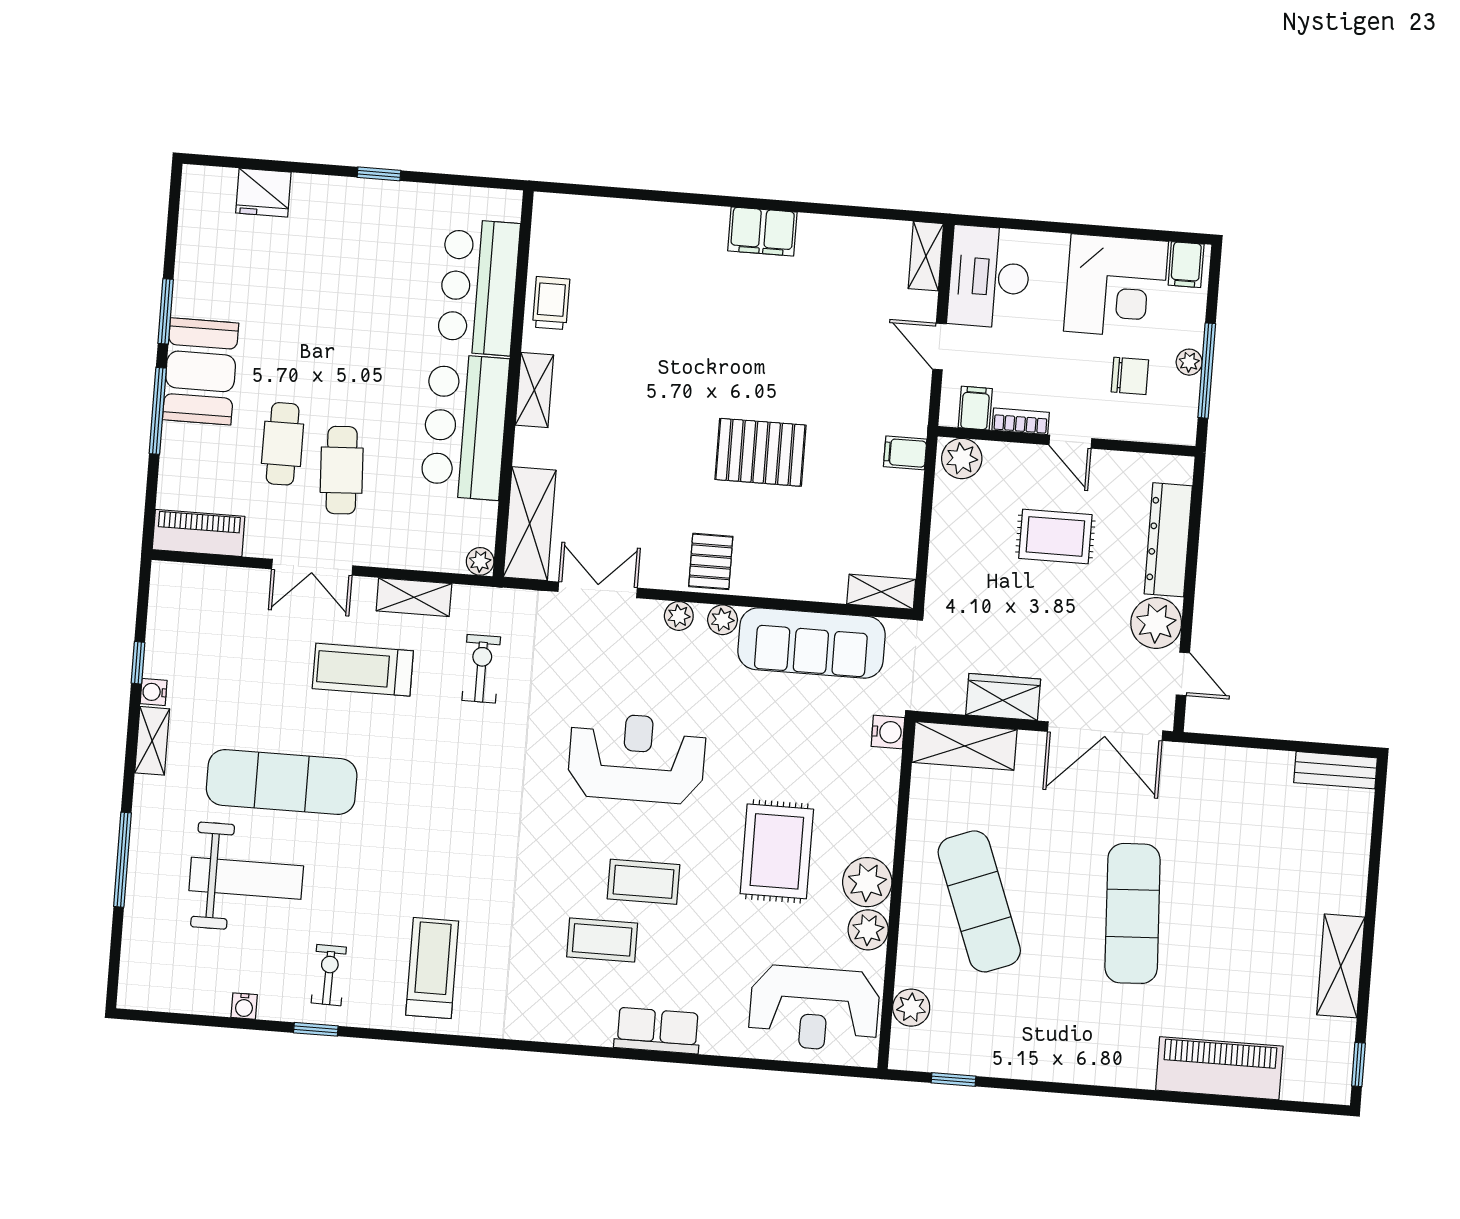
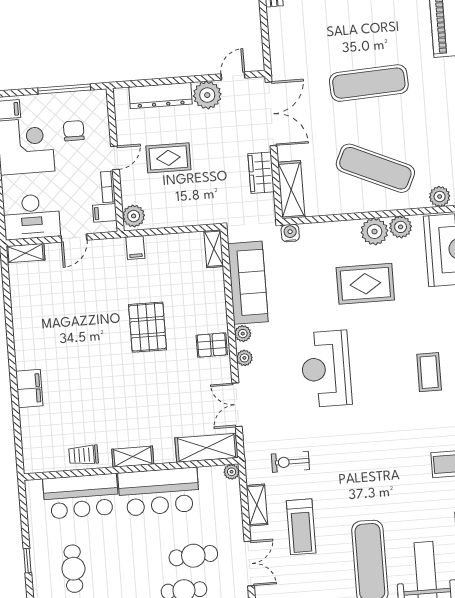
filing cabinet: (762, 231) -> (29, 388), moved
cafe table: (352, 253) -> (73, 569), added
plant: (1189, 362) -> (61, 99), removed
rug: (1055, 536) -> (168, 158), turned 90
coffee table: (643, 882) -> (394, 354), removed
exercise mat: (979, 901) -> (375, 168), turned 45

